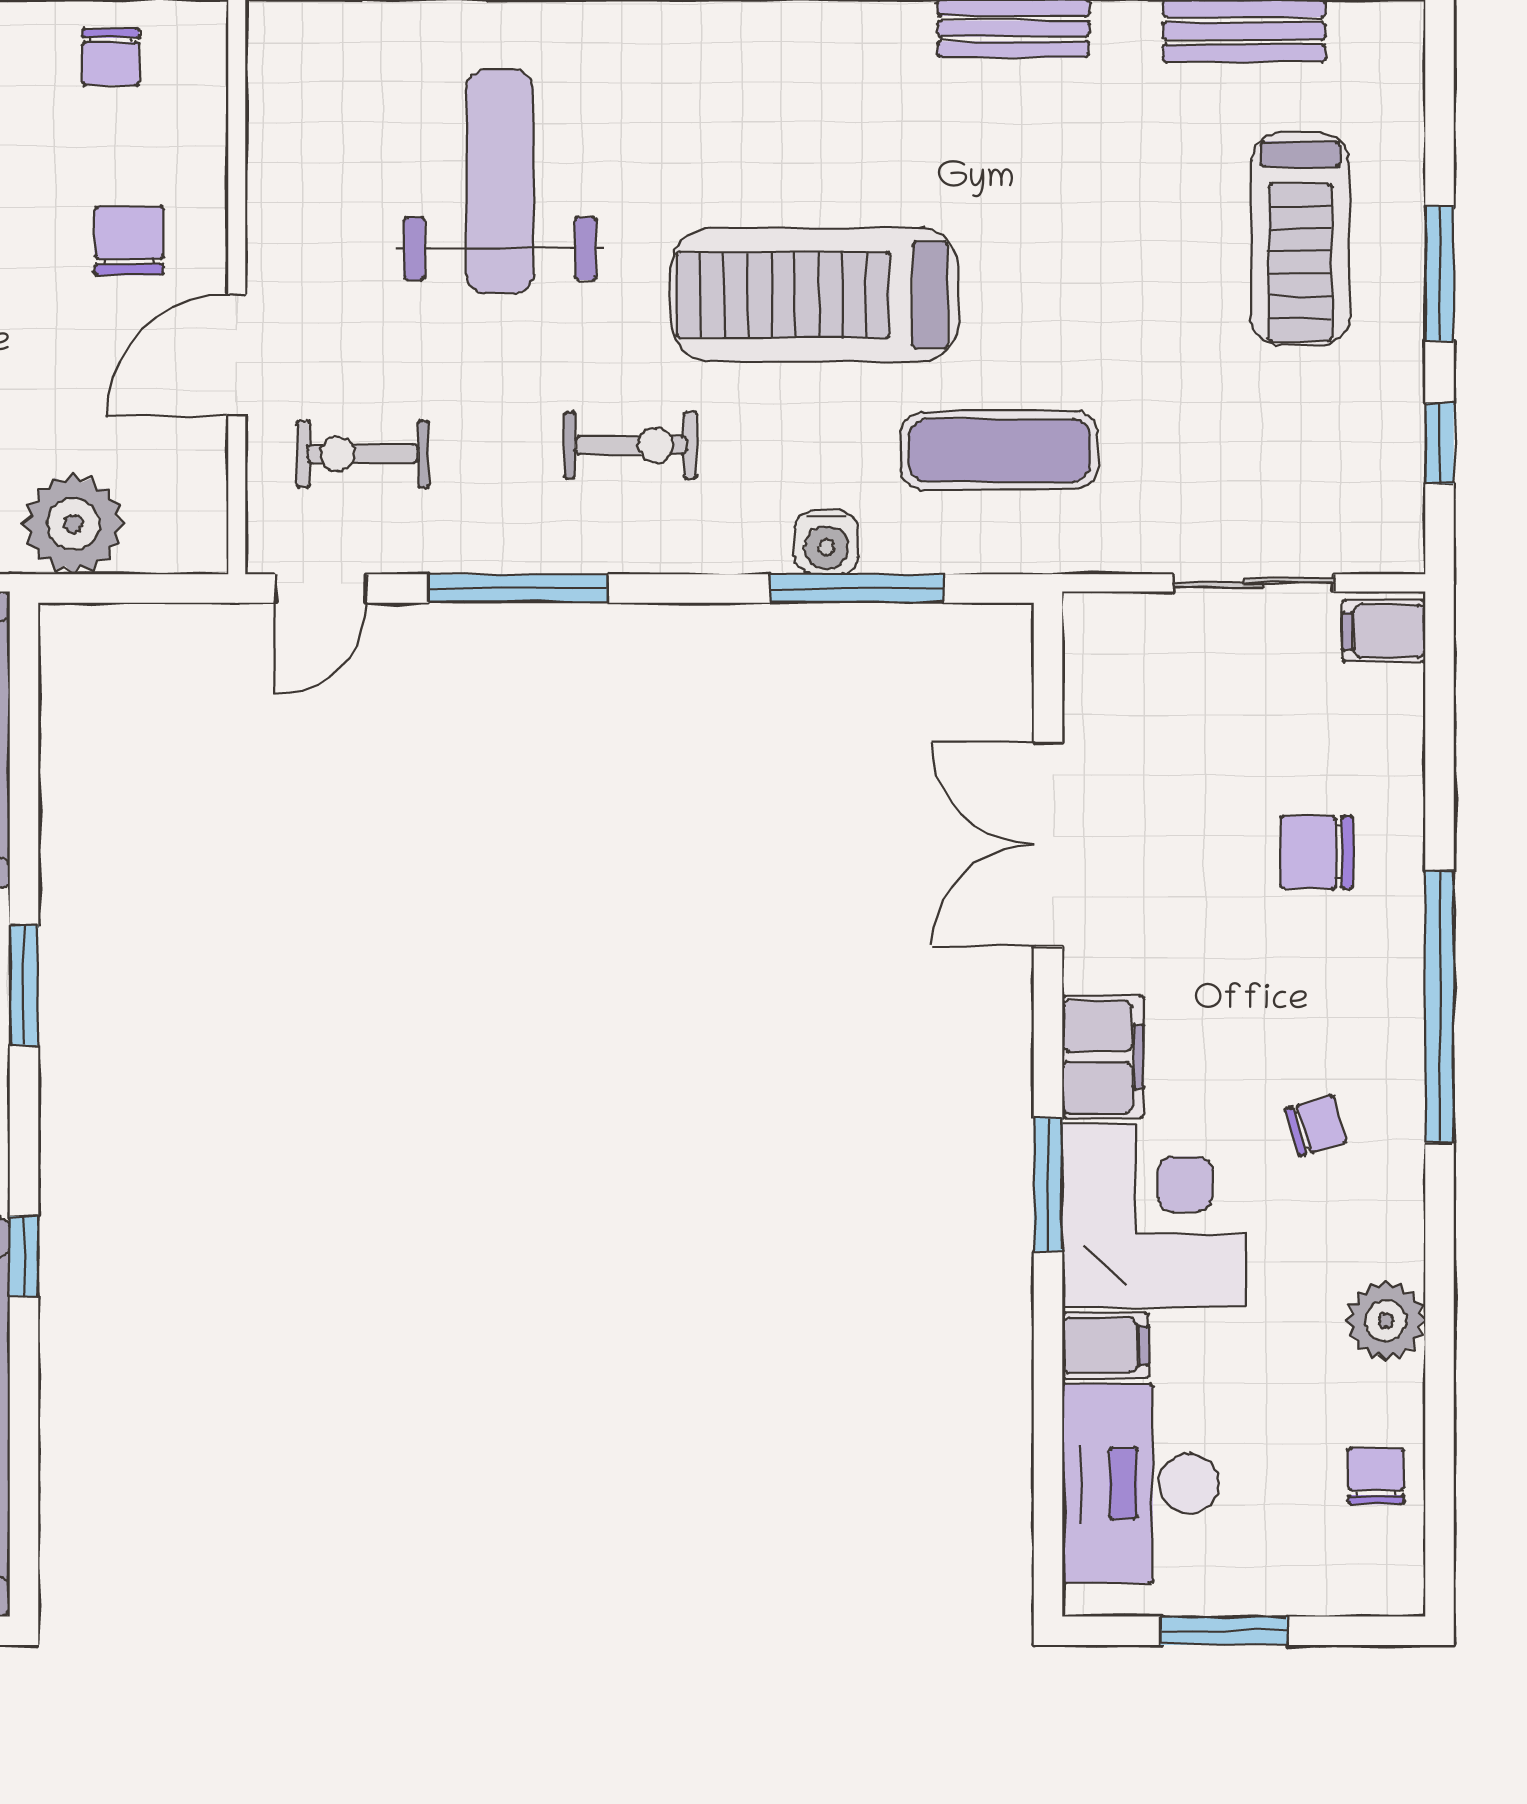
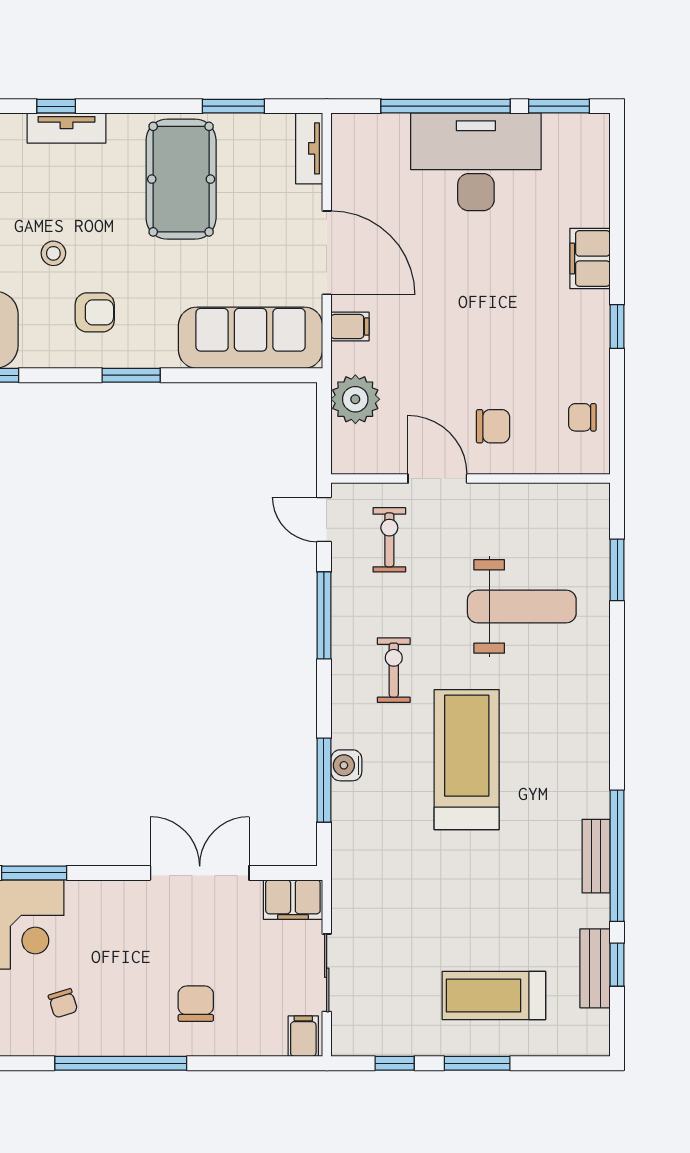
exercise bike: (631, 445) -> (394, 670), turned 180
exercise mat: (999, 450) -> (391, 849), removed
filing cabinet: (1103, 1057) -> (293, 900), moved

